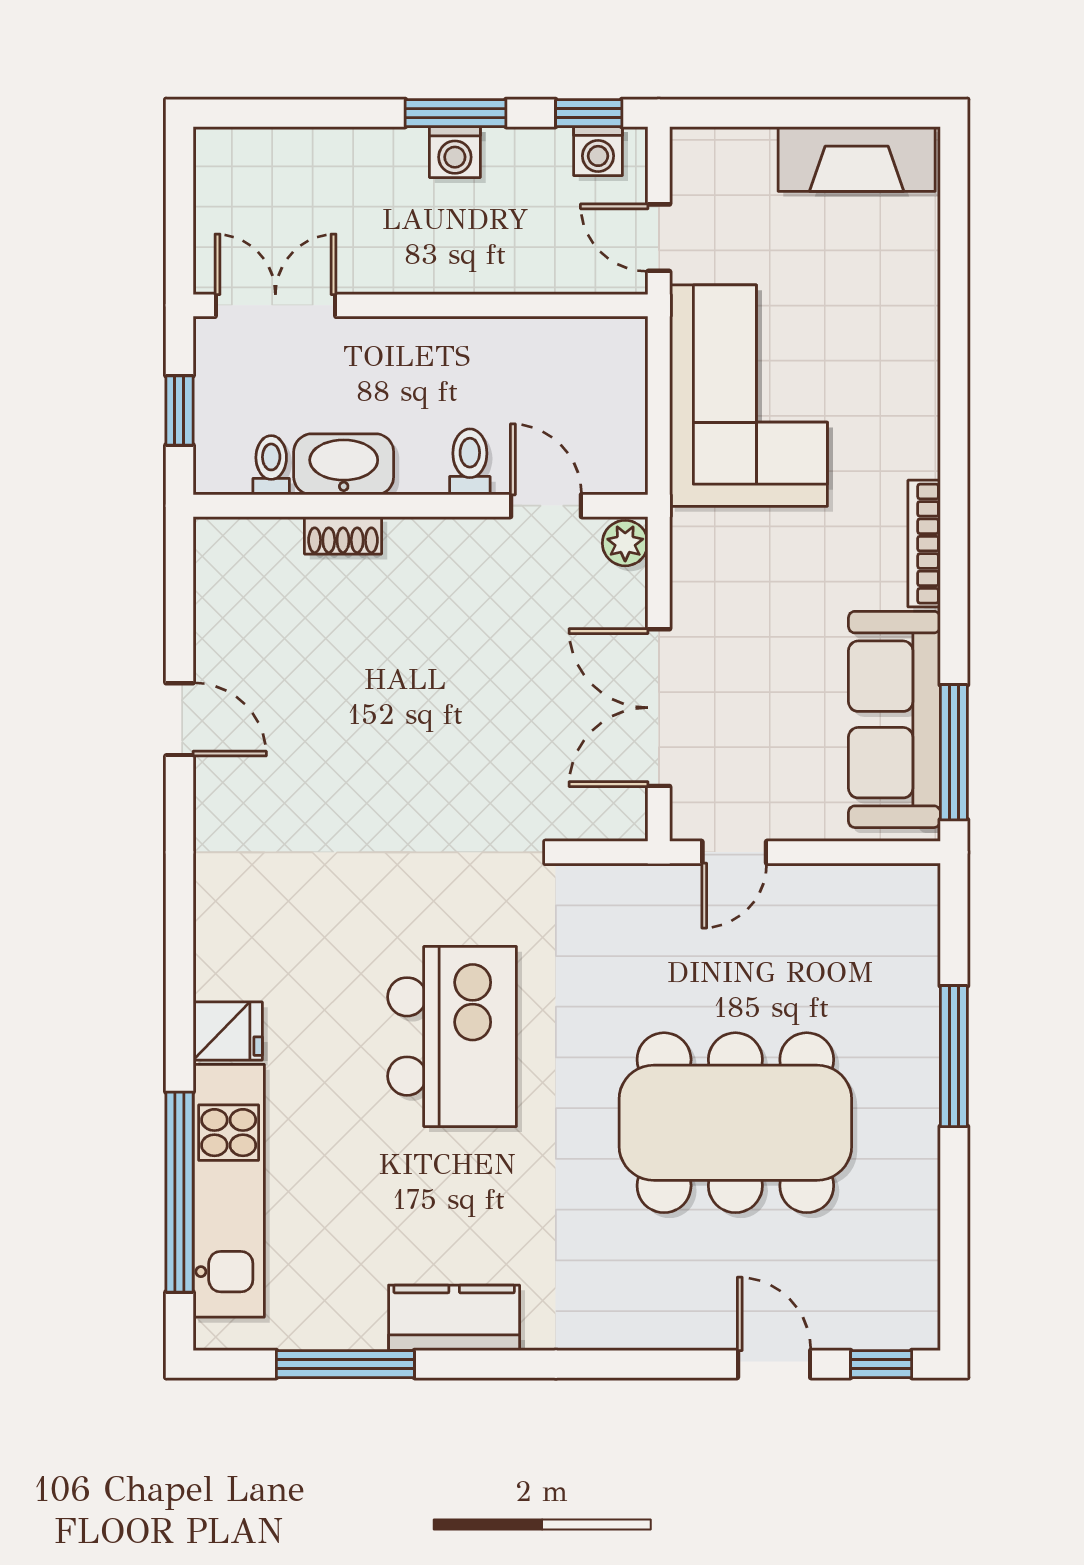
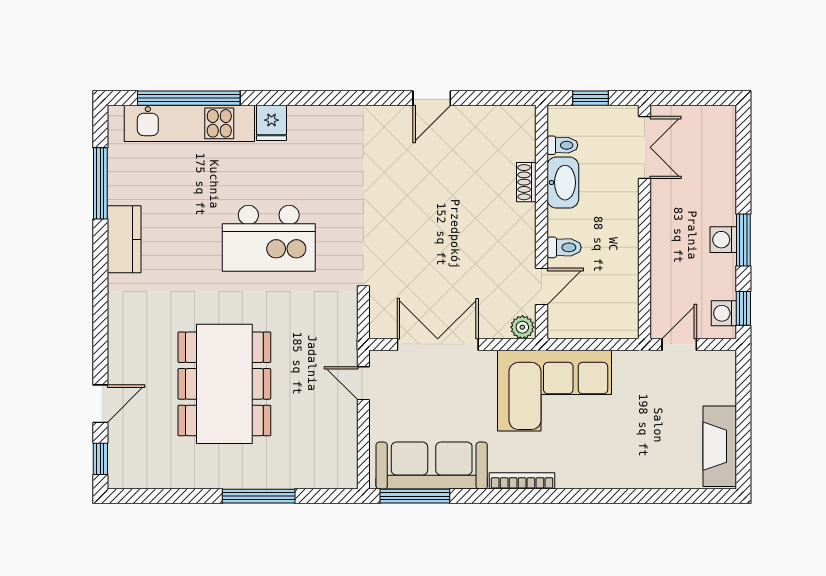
corner sofa: (749, 396) -> (555, 391), moved

